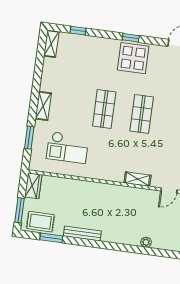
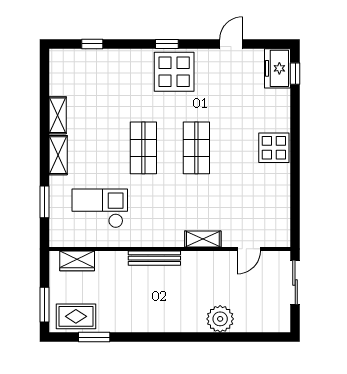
shelving: (51, 44) -> (58, 115), moved
checkout: (68, 148) -> (100, 208), turned 180
wardrobe: (33, 186) -> (77, 261), moved, turned 90
bench: (82, 234) -> (154, 258), moved
plant: (146, 242) -> (220, 319), width x1.87, depth x1.87

